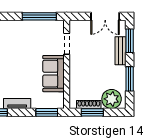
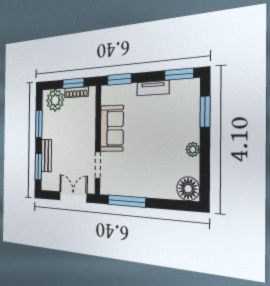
double door: (105, 16) -> (73, 197), moved

